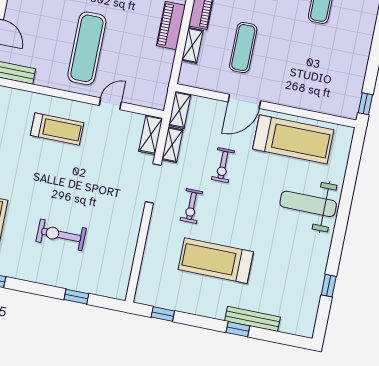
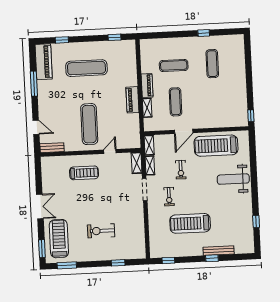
treadmill: (293, 139) -> (216, 146), turned 180

